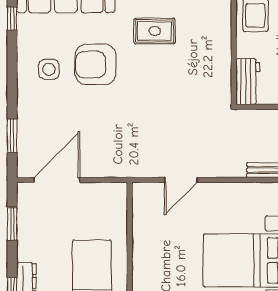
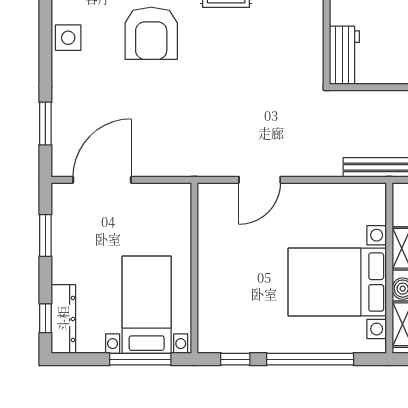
armchair: (96, 64) -> (151, 33), turned -90
side table: (49, 69) -> (68, 38), moved

